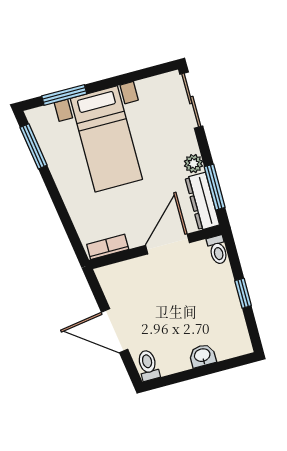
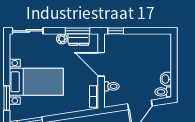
dresser: (202, 201) -> (79, 39), width x0.70
toilet: (218, 250) -> (111, 86), moved
window: (243, 293) -> (116, 31), moved
washbasin: (202, 356) -> (166, 79), moved

